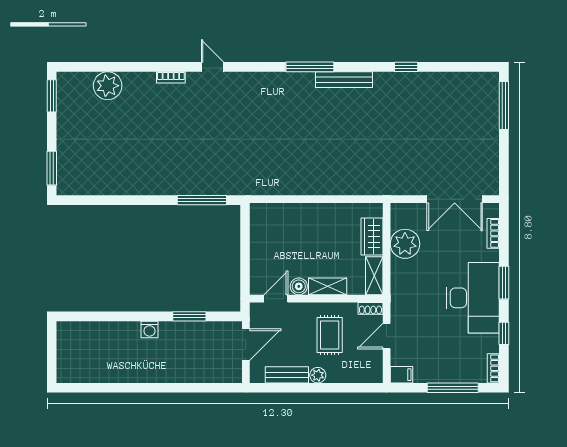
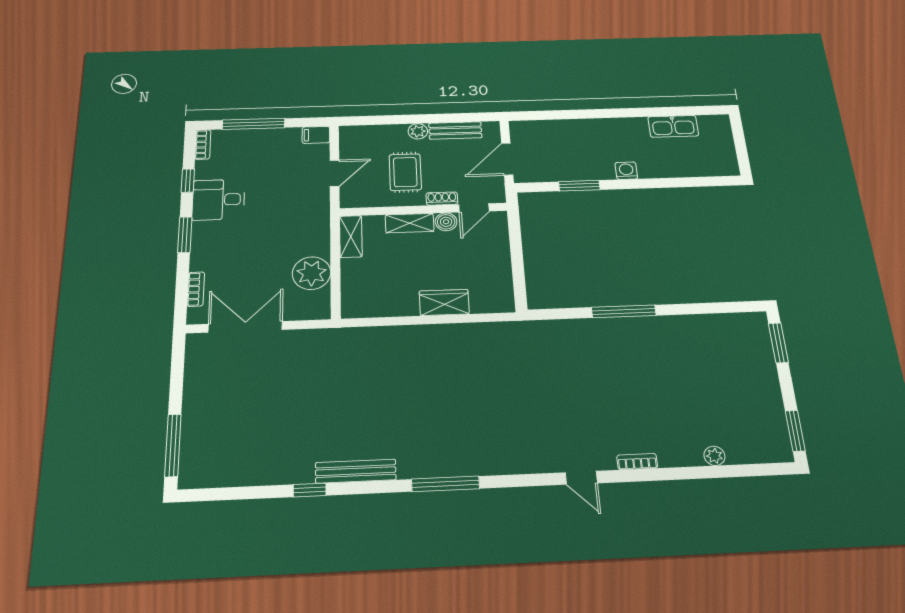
bench: (344, 80) -> (356, 471), moved
plant: (108, 86) -> (714, 456), width x0.53, depth x0.53
window: (202, 200) -> (624, 311), moved
wardrobe: (372, 237) -> (444, 302), moved, turned -90
desk: (473, 298) -> (218, 200), width x0.53, depth x0.77
shoe rack: (370, 308) -> (442, 199), moved
kitchen sink: (105, 372) -> (673, 126), added

